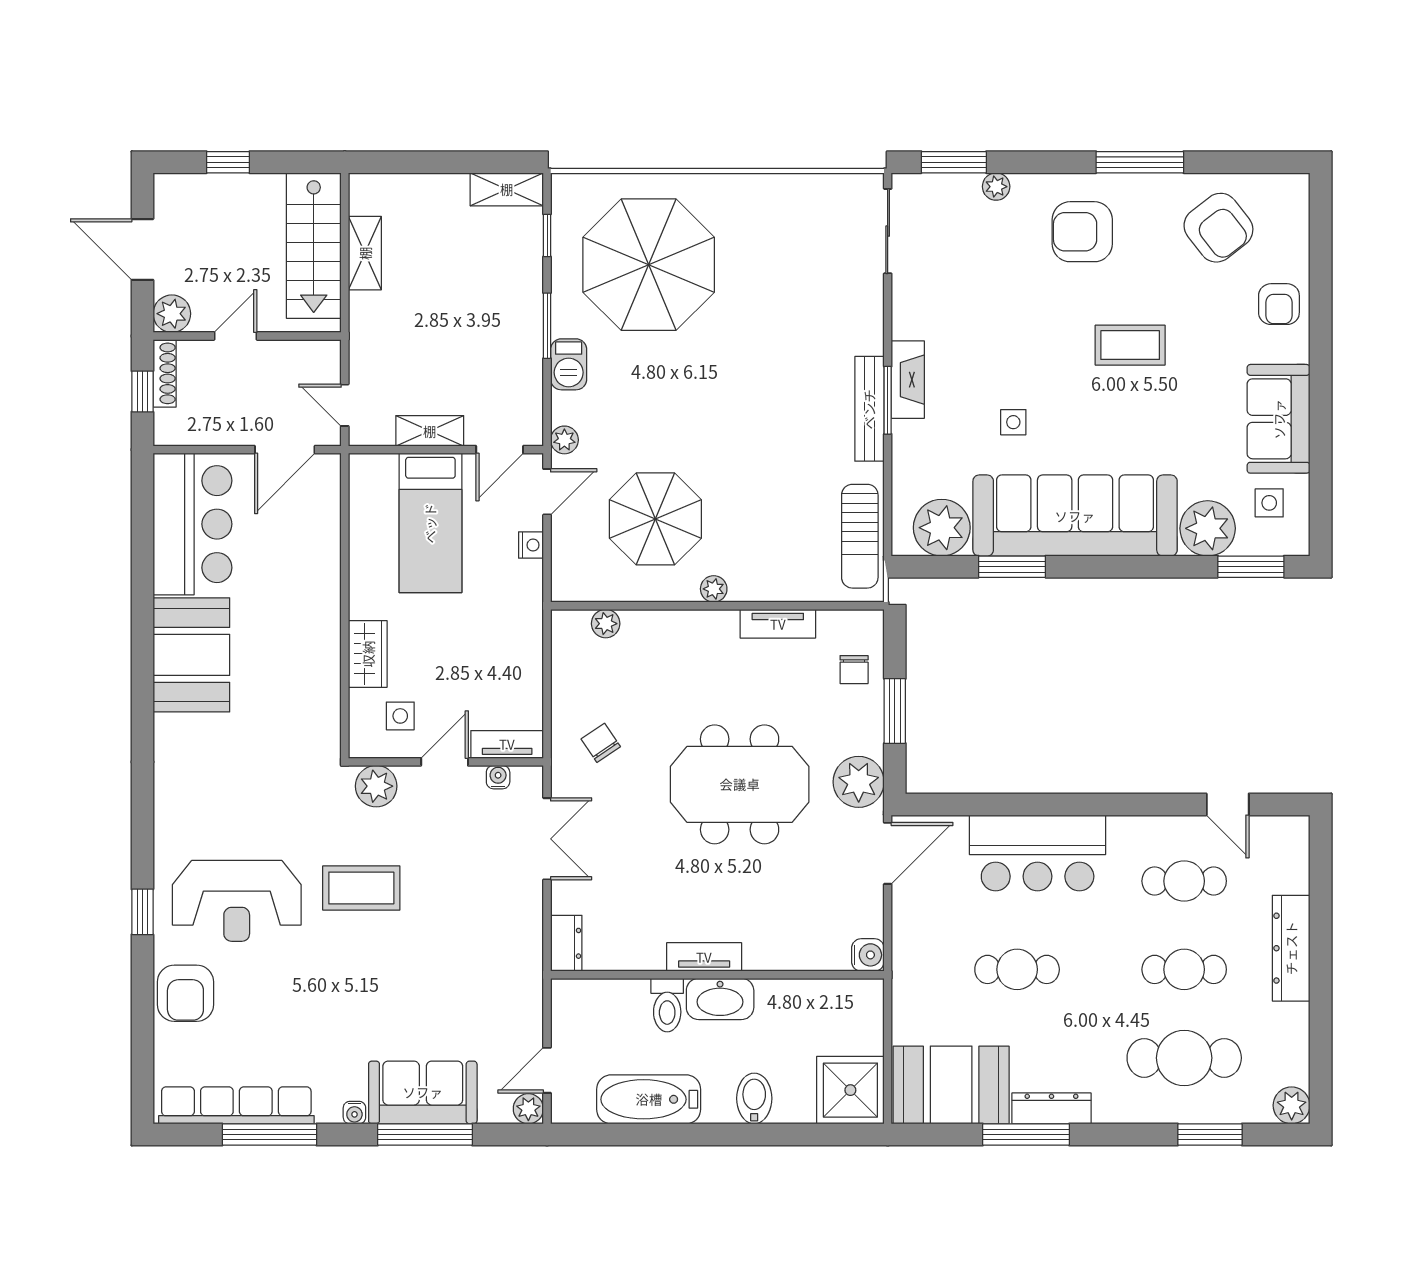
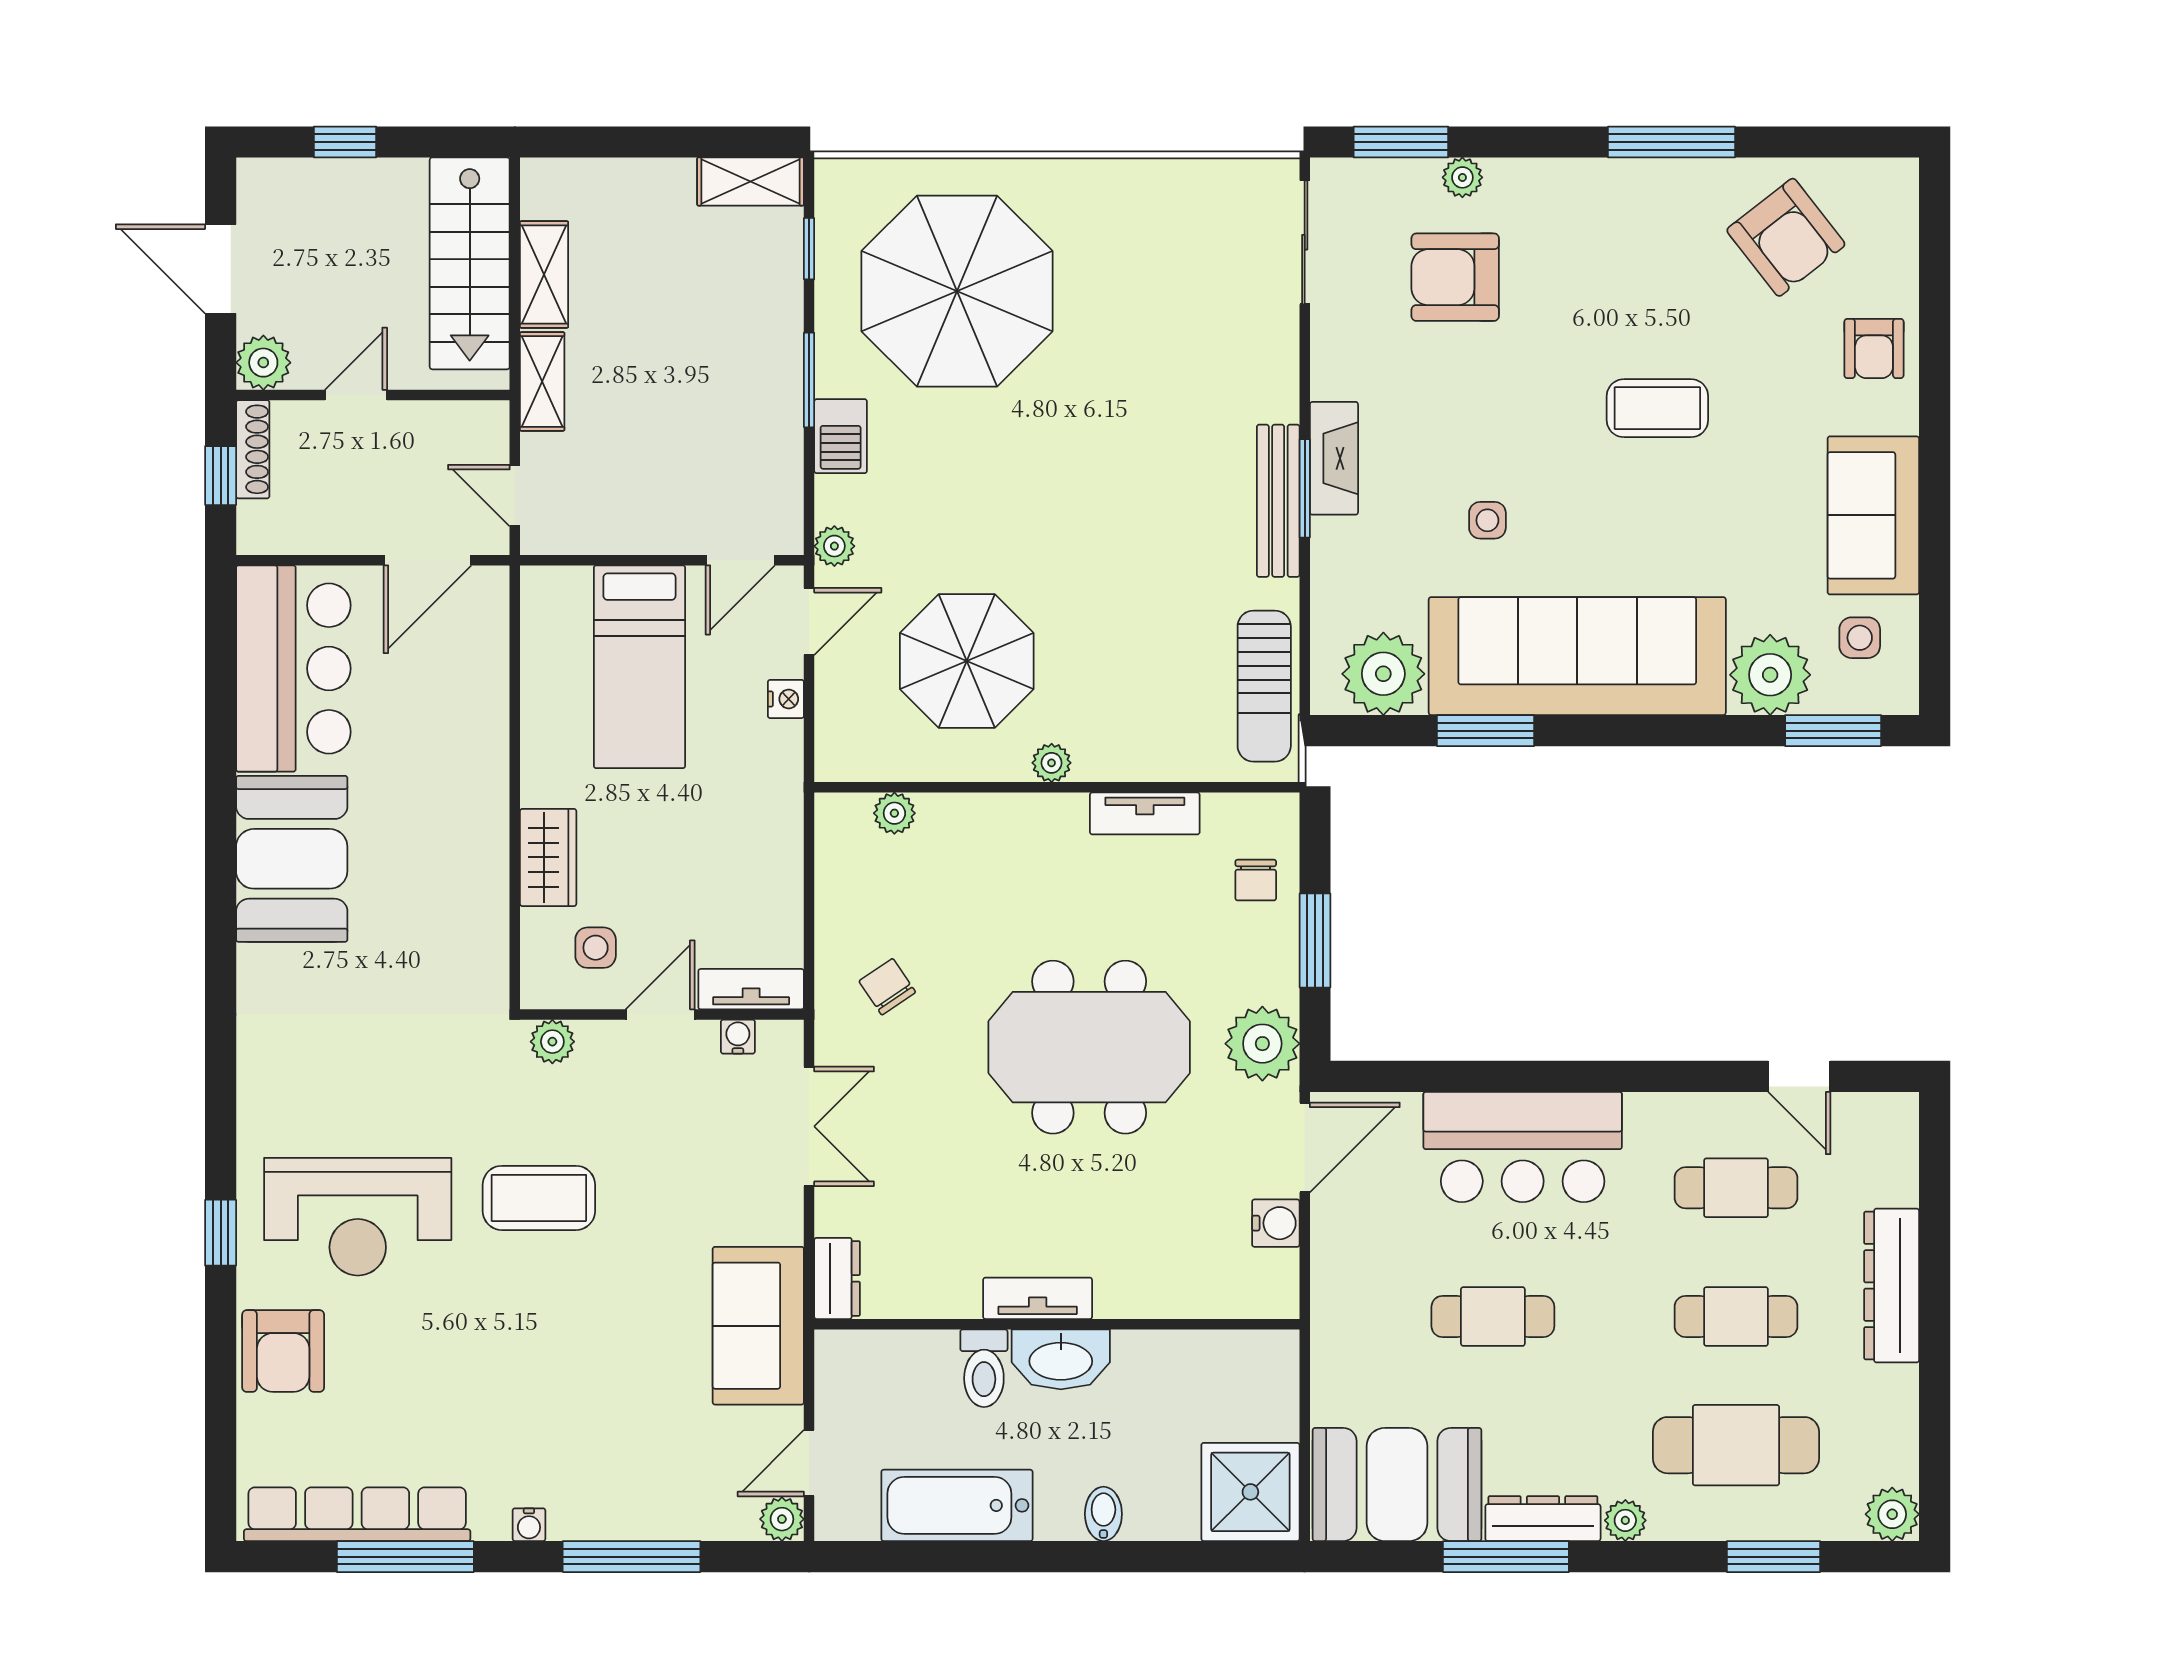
armchair: (1082, 232) -> (1455, 277), moved
shelving: (430, 431) -> (542, 381), moved, turned 90
plant: (376, 786) -> (552, 1042), width x0.73, depth x0.73
water cooler: (868, 955) -> (1276, 1223), moved
sofa: (423, 1092) -> (758, 1326), moved, turned -90
bidet: (754, 1098) -> (1103, 1514), width x0.72, depth x0.74
plant: (1108, 1110) -> (1625, 1520), added

